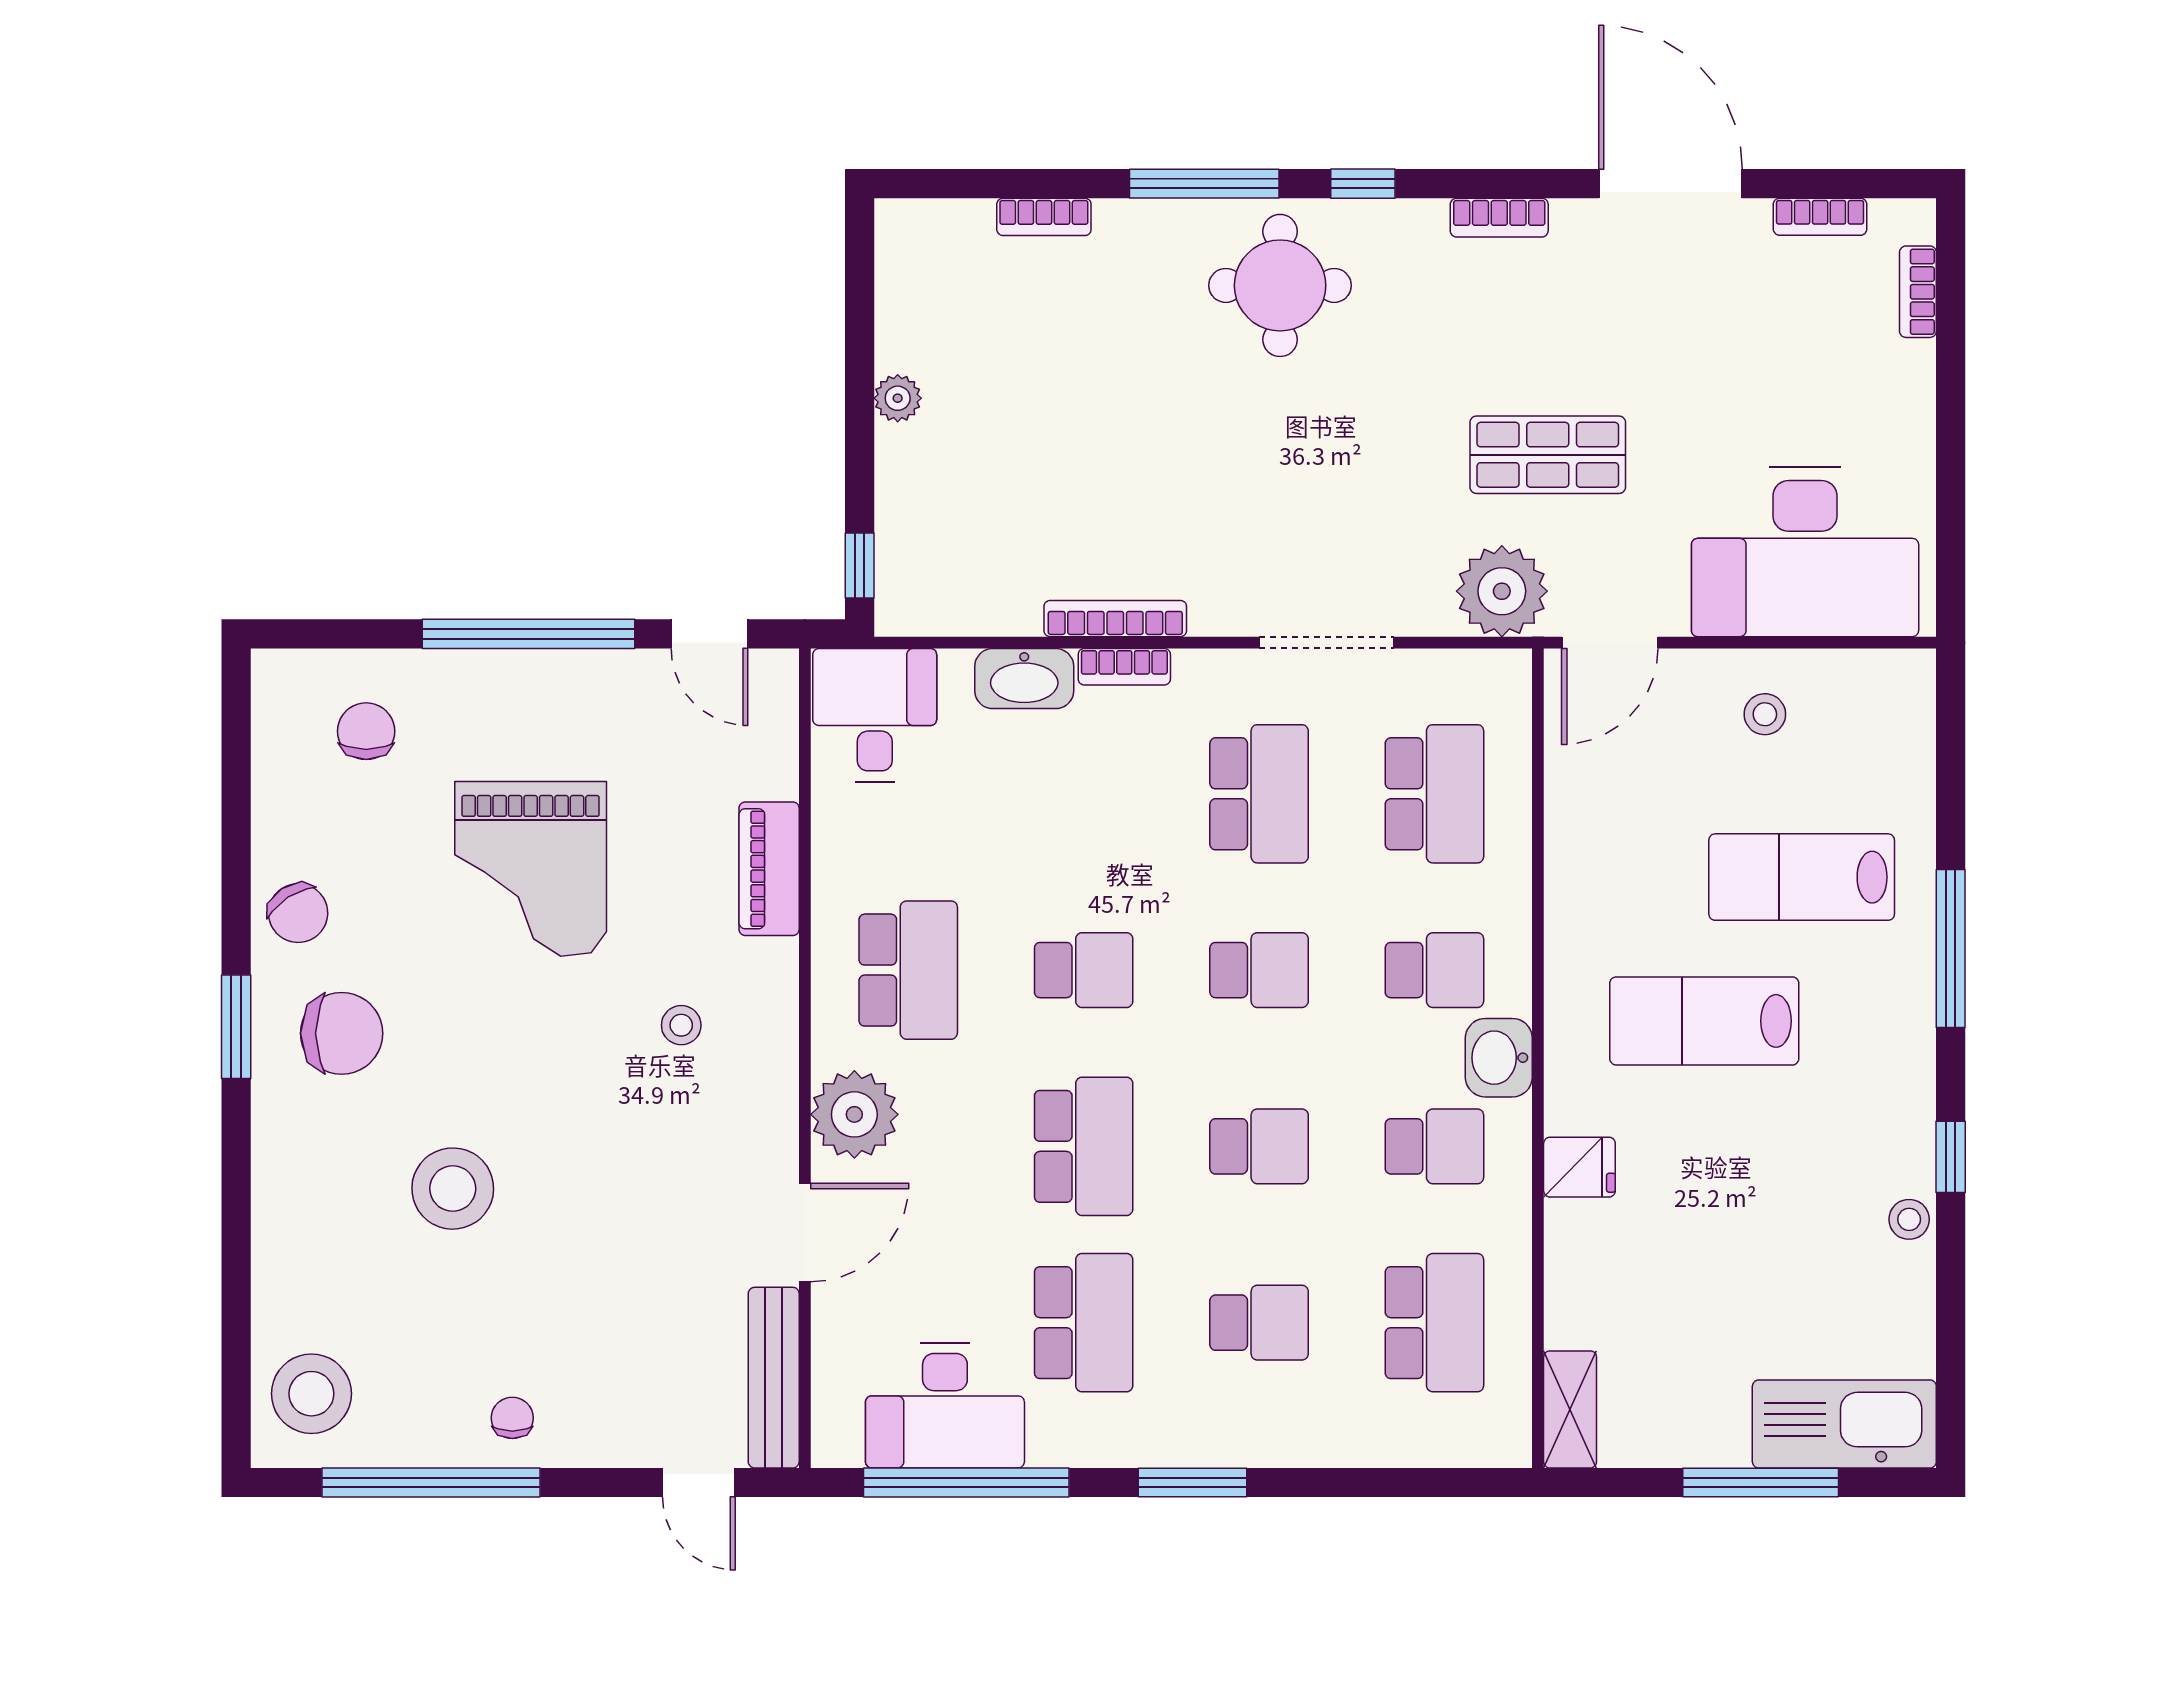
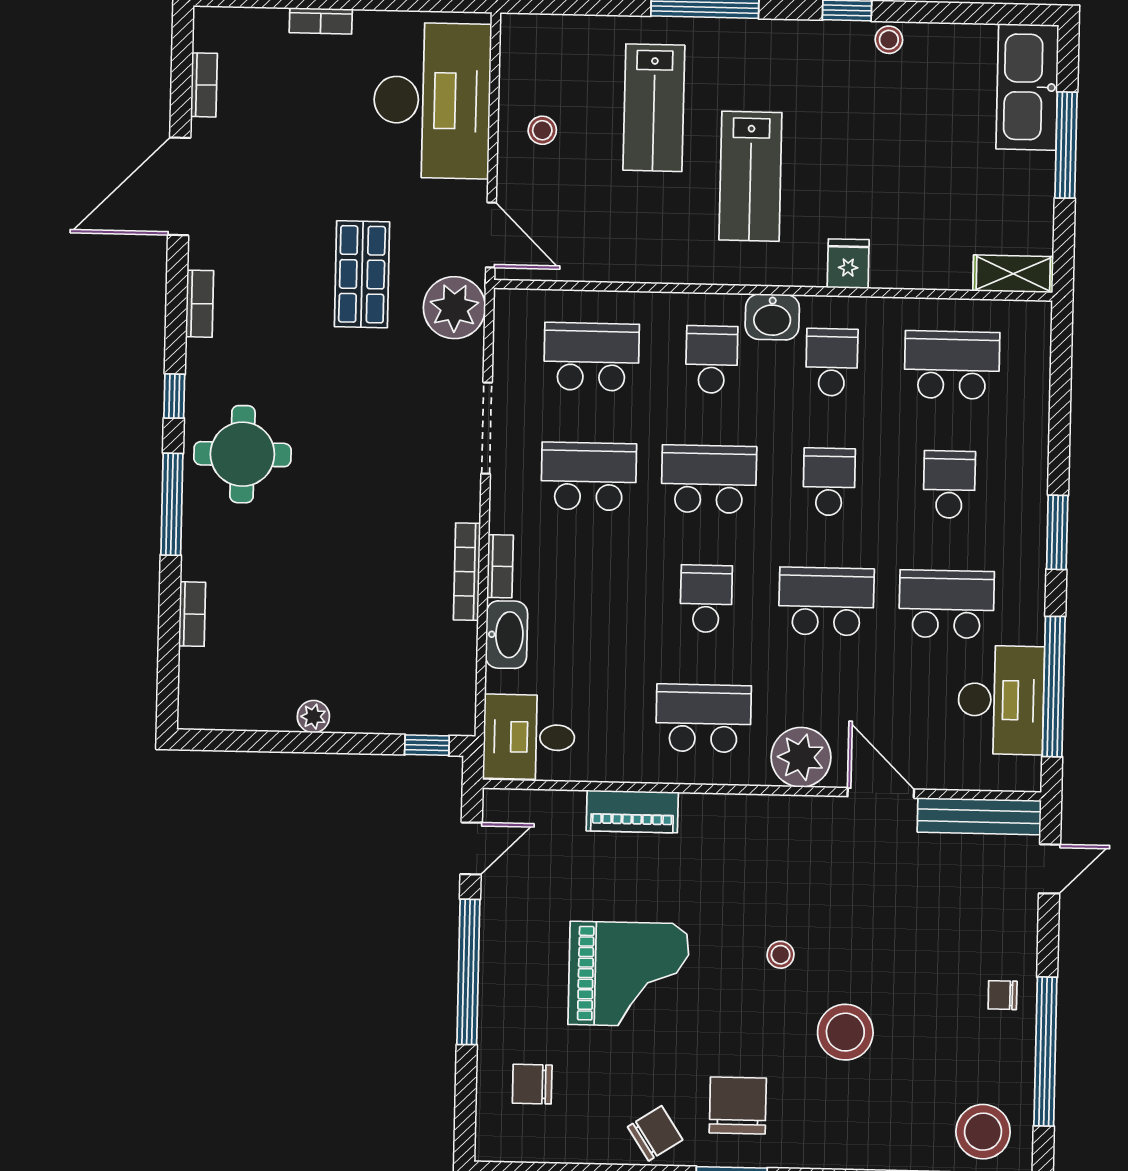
bookcase: (1918, 292) -> (321, 21), moved
school desk: (1259, 970) -> (709, 479), width x1.85
stool: (681, 1025) -> (781, 955), moved

